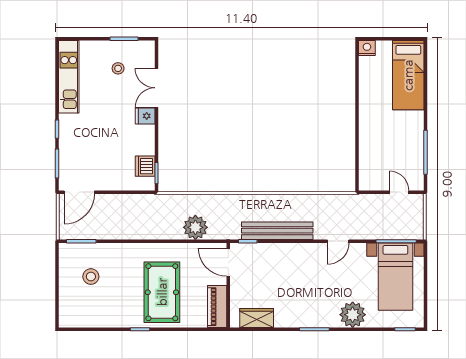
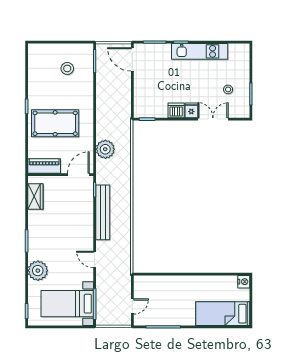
kitchen unit: (69, 77) -> (200, 51), moved
dishwasher: (145, 166) -> (176, 110), moved

